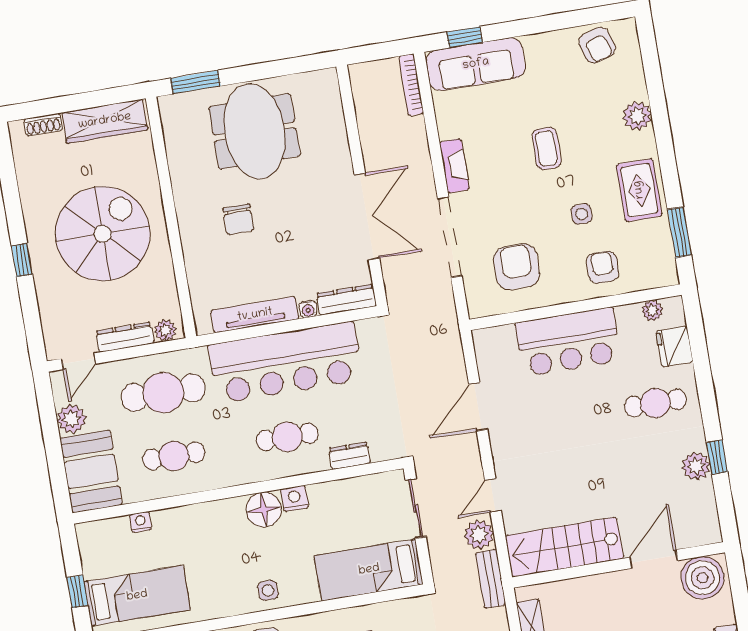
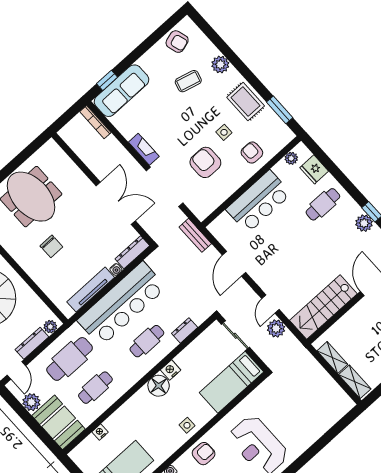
coffee table: (546, 148) -> (188, 81), moved, turned -75
armchair: (517, 267) -> (205, 162), moved
bench: (491, 579) -> (195, 235), moved

